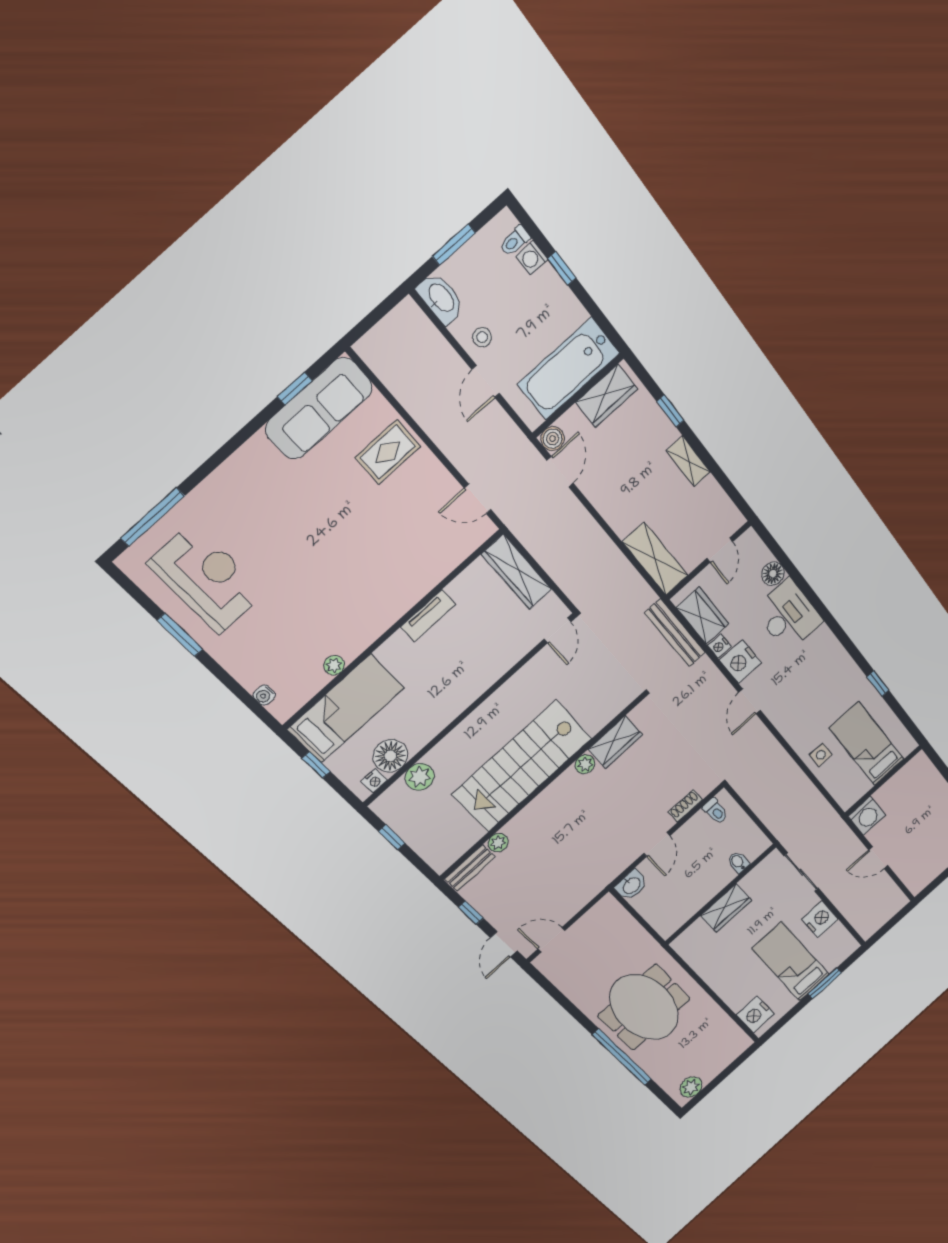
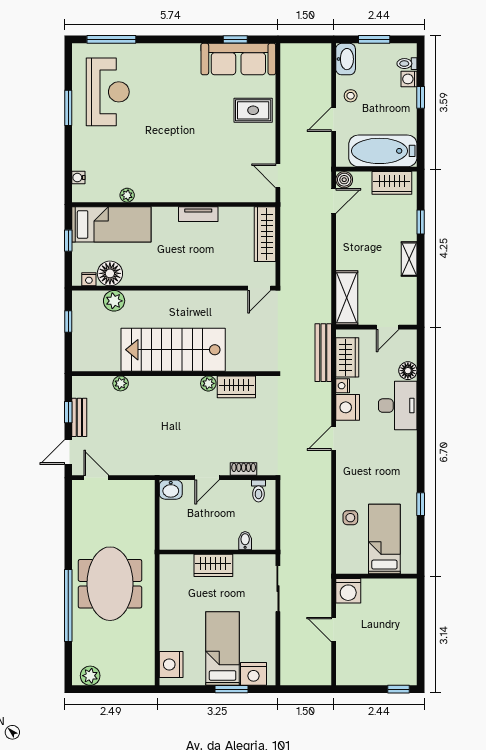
bench: (470, 868) -> (79, 417), moved, turned 90
nightstand: (820, 919) -> (254, 674), moved, turned 90

